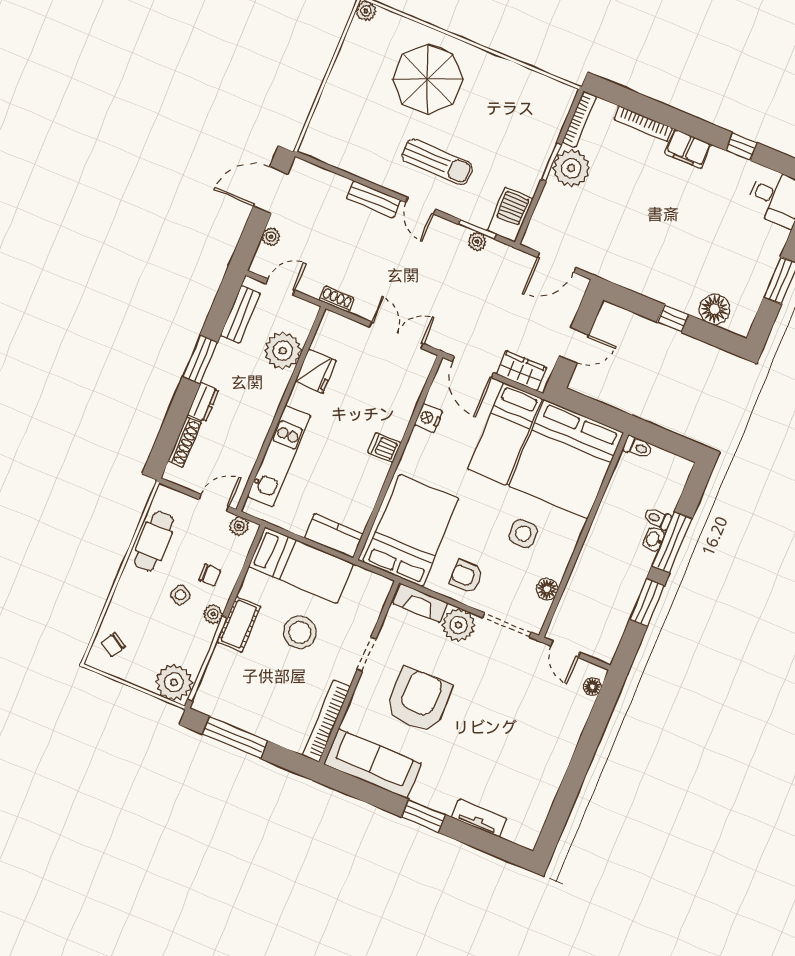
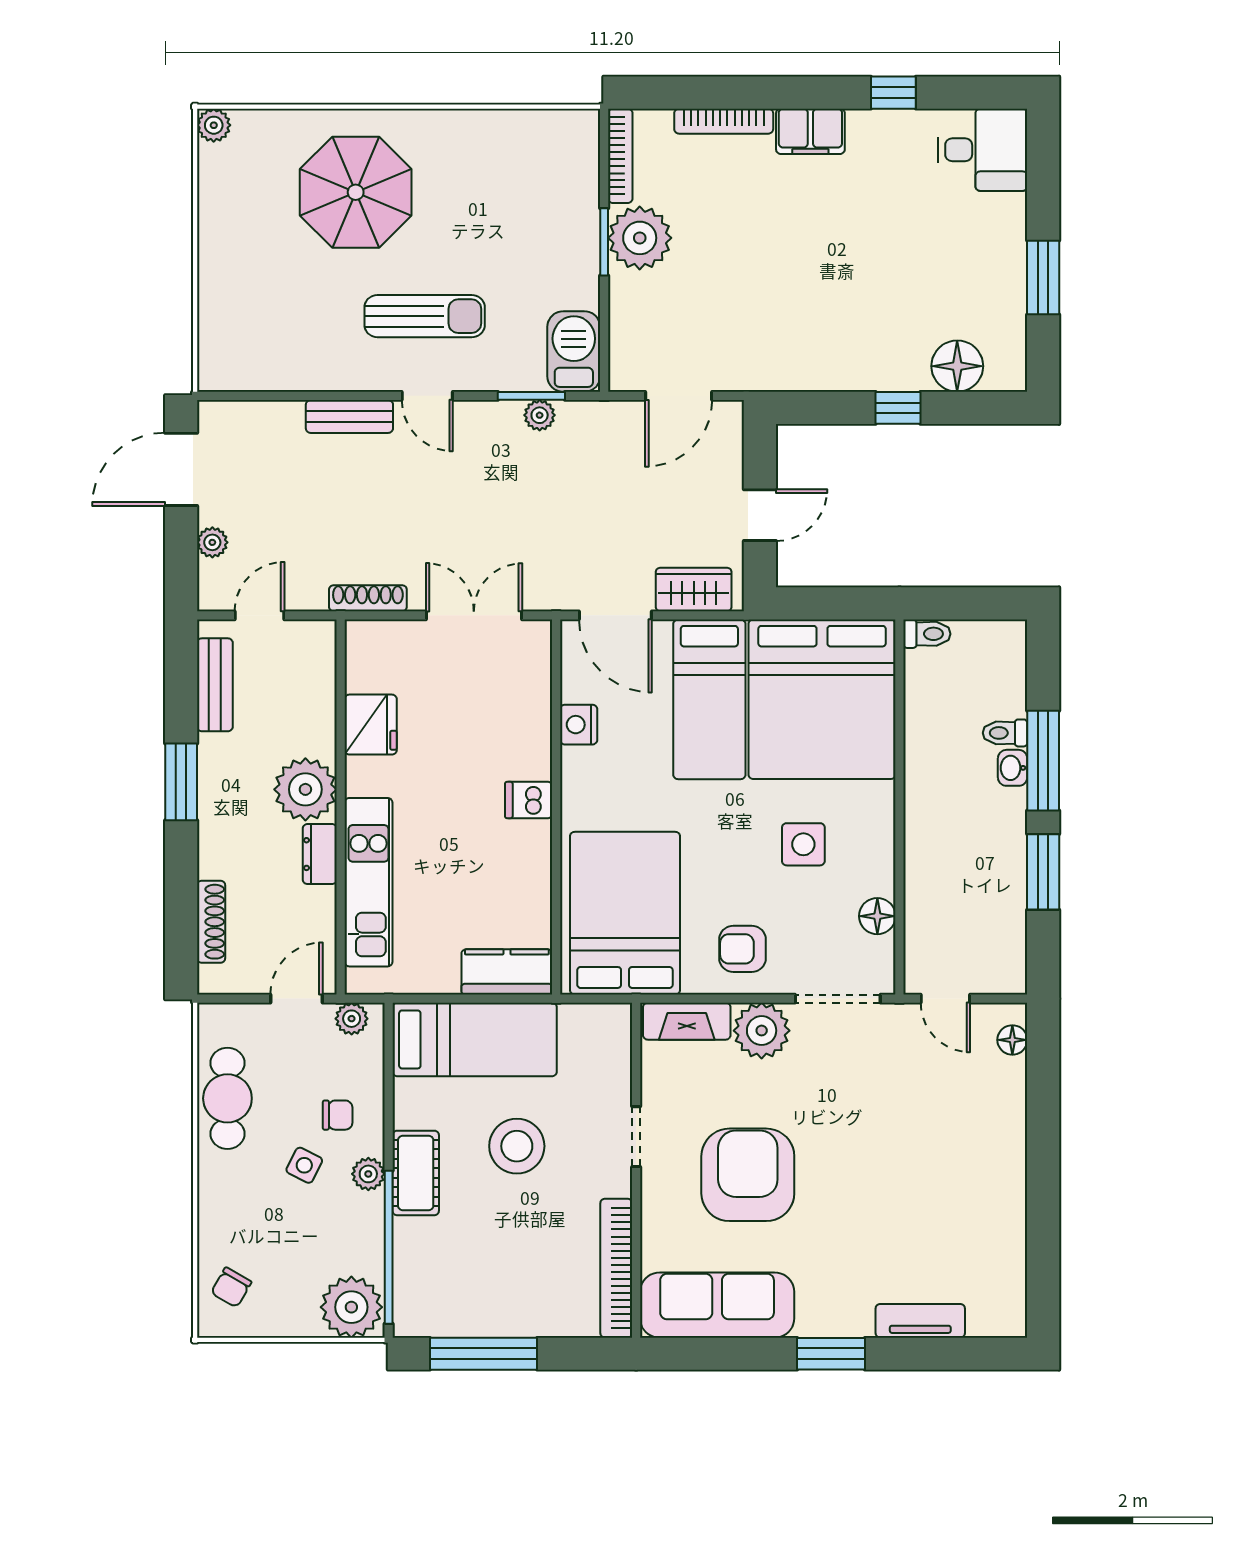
shoe rack: (336, 299) -> (368, 598), width x1.43
plant: (283, 351) -> (305, 789), moved
dresser: (203, 402) -> (320, 854), moved, turned 180

